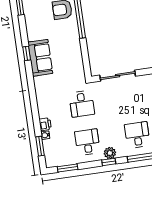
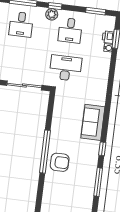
window: (27, 53) -> (102, 149), moved
desk: (82, 104) -> (66, 68), width x1.37
printer: (45, 124) -> (108, 37), moved

